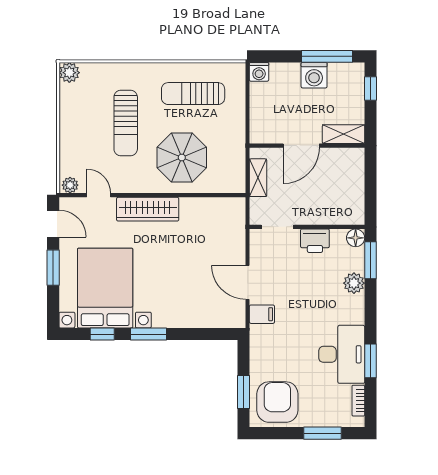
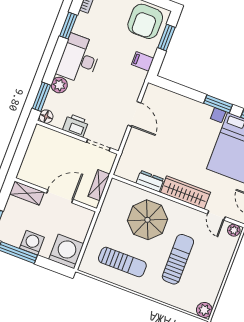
washing machine: (259, 72) -> (66, 252), width x1.89, depth x1.89
dresser: (197, 206) -> (150, 181), added
filing cabinet: (262, 314) -> (143, 61), moved
desk: (342, 354) -> (79, 59), moved

